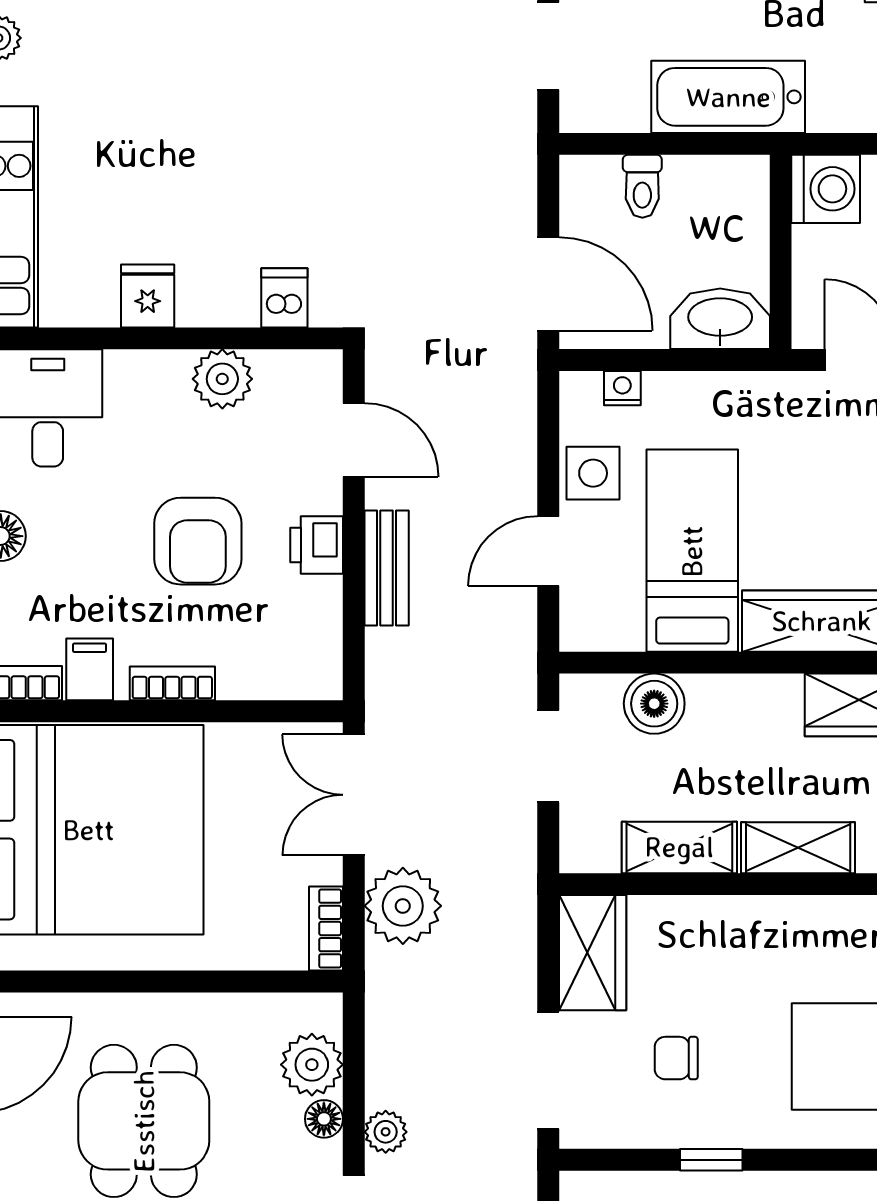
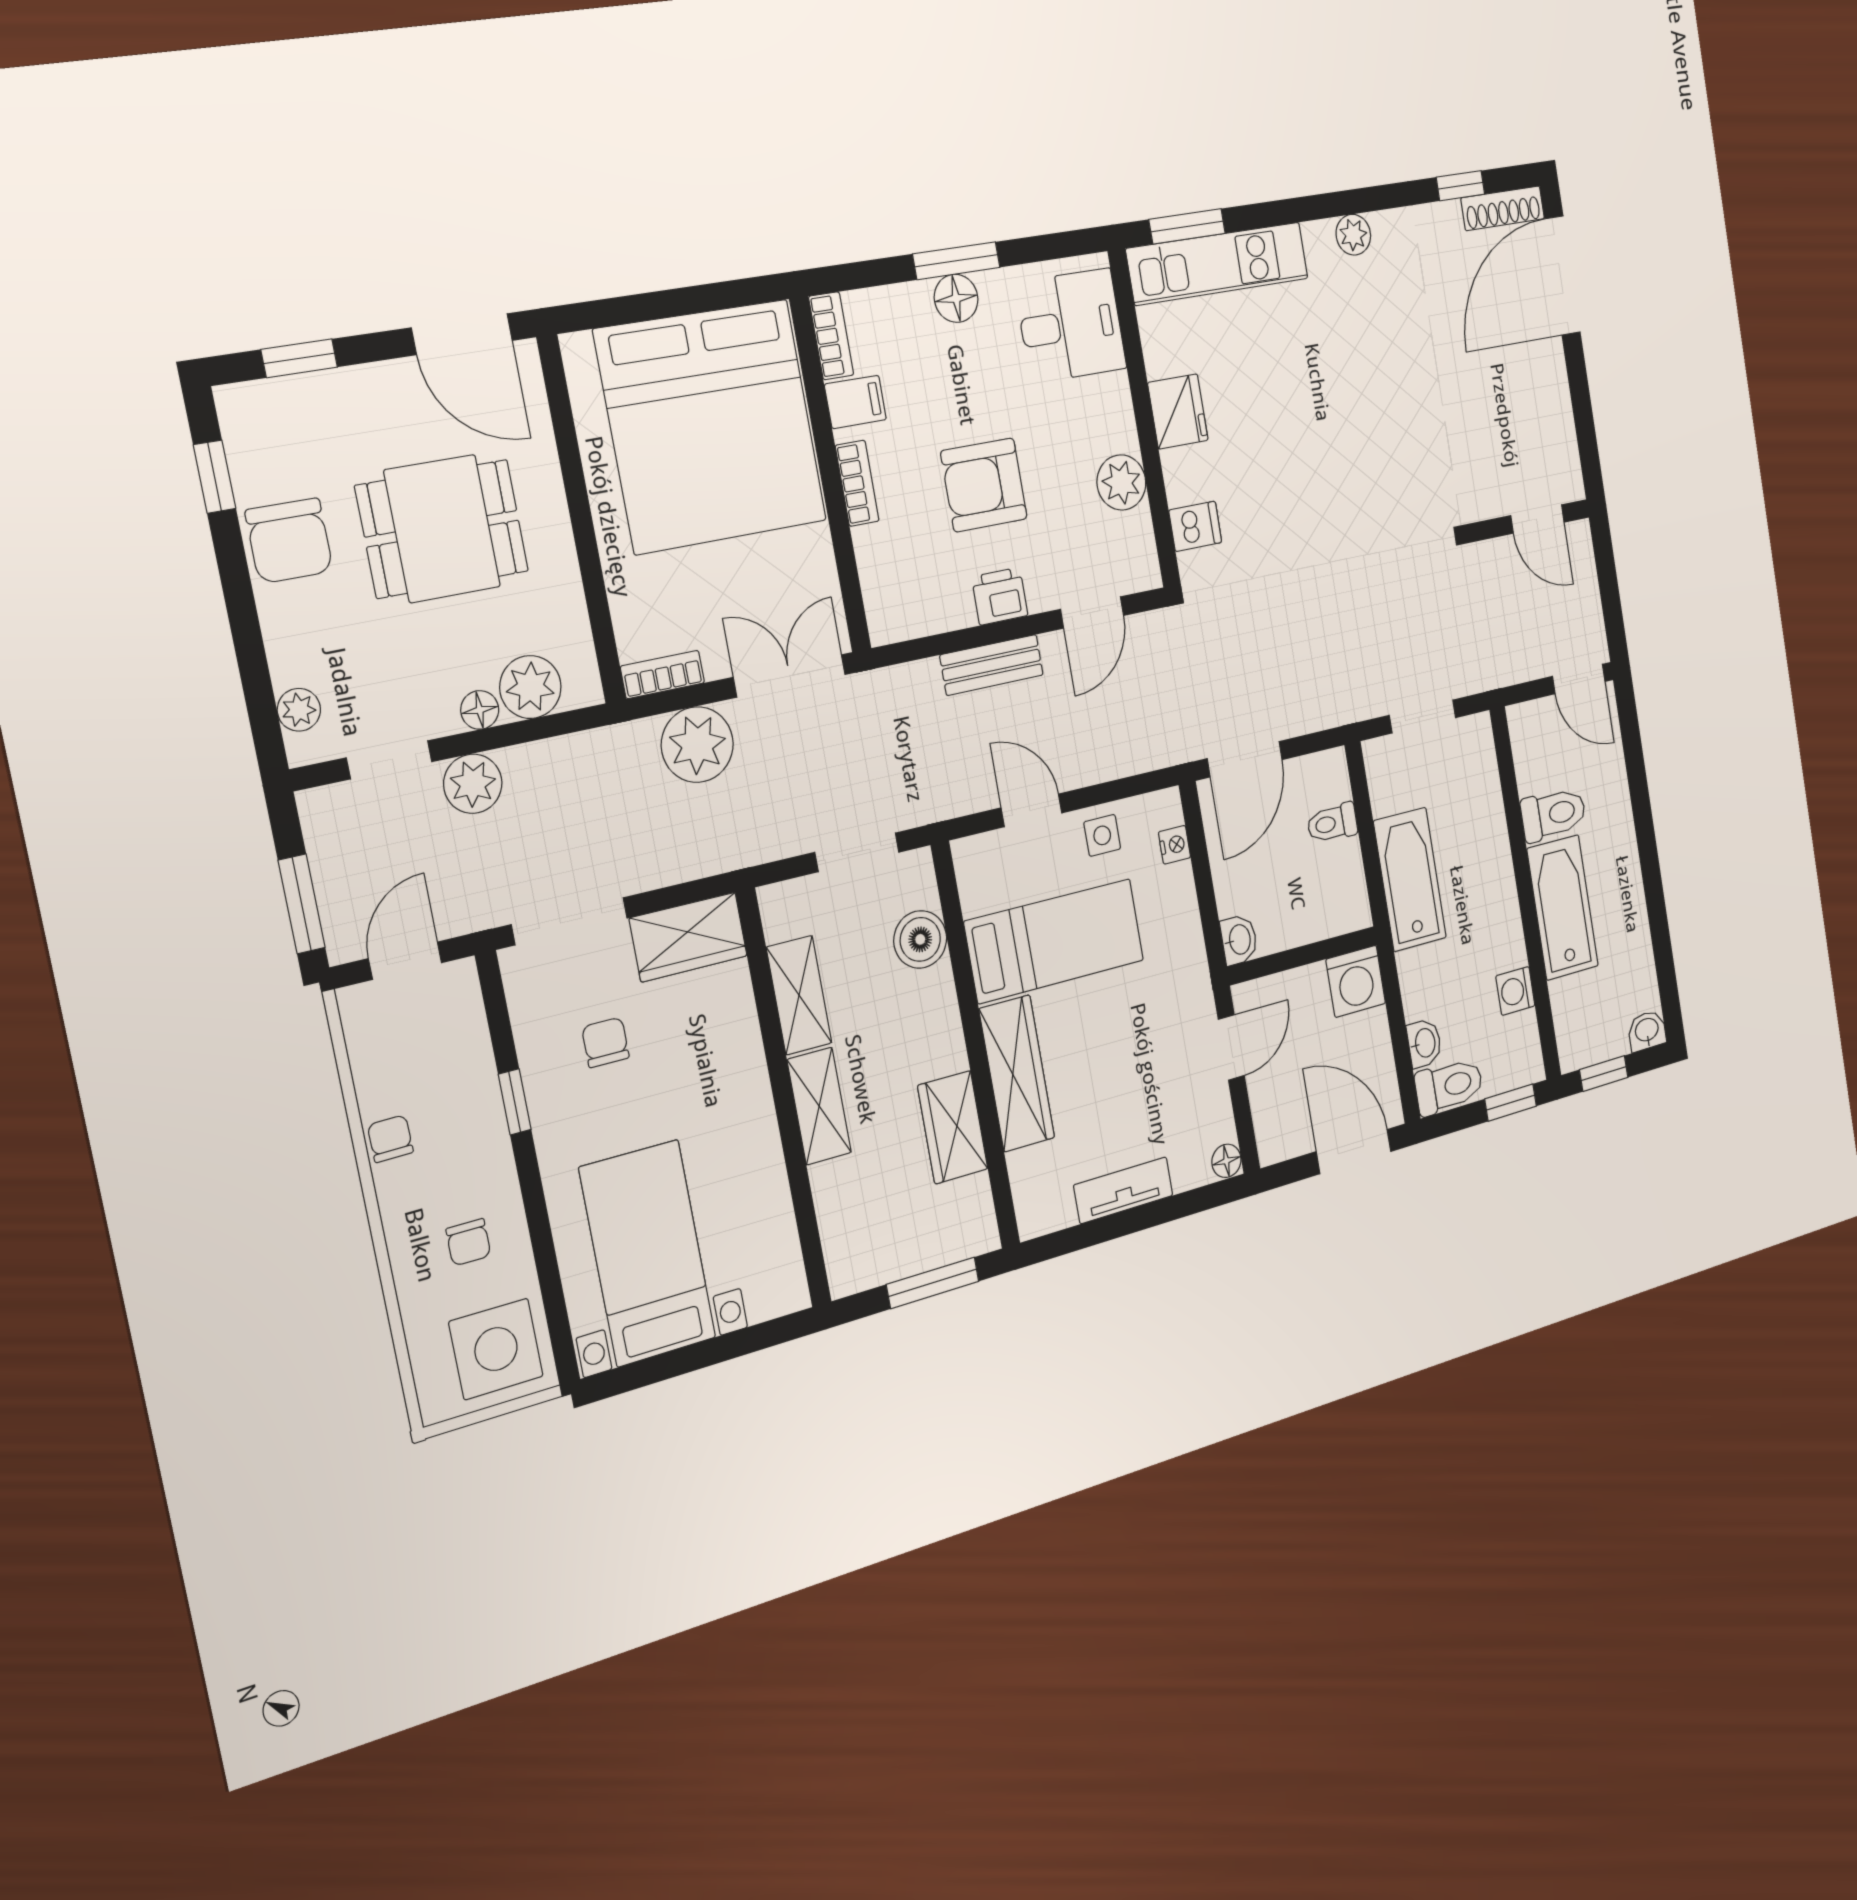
fridge: (148, 296) -> (1178, 411), width x1.38
washbasin: (720, 319) -> (1239, 940), width x0.52, depth x0.69
side table: (593, 473) -> (1102, 835), width x0.73, depth x0.73
plant: (386, 1132) -> (473, 784), width x1.38, depth x1.38

